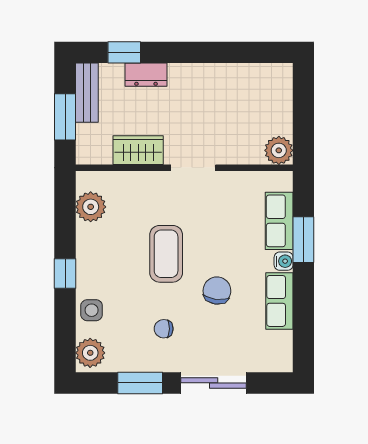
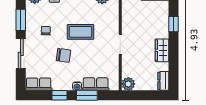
window: (124, 52) -> (174, 24), moved
dresser: (146, 75) -> (163, 81), moved
wardrobe: (138, 150) -> (162, 50), moved, turned 180
window: (303, 299) -> (60, 95), added
row of seats: (279, 301) -> (39, 84), moved

